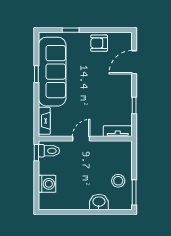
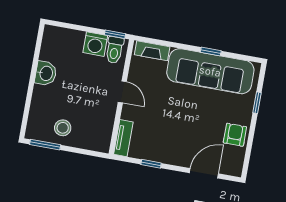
door: (134, 62) -> (204, 173), hinge flipped
washing machine: (47, 184) -> (95, 44), moved
washbasin: (99, 202) -> (46, 73), moved

